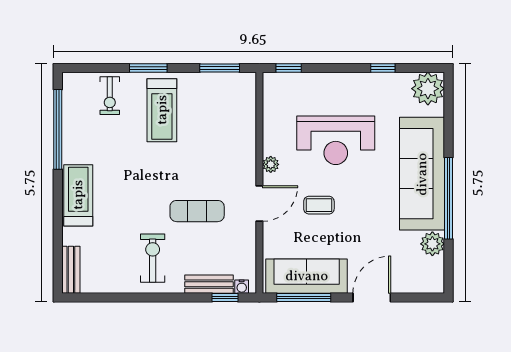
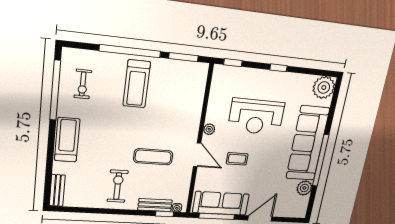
window: (148, 68) -> (130, 51), width x2.11
window: (383, 68) -> (278, 68), moved
exercise bike: (110, 96) -> (83, 84), moved
door: (259, 204) -> (197, 155), hinge flipped

